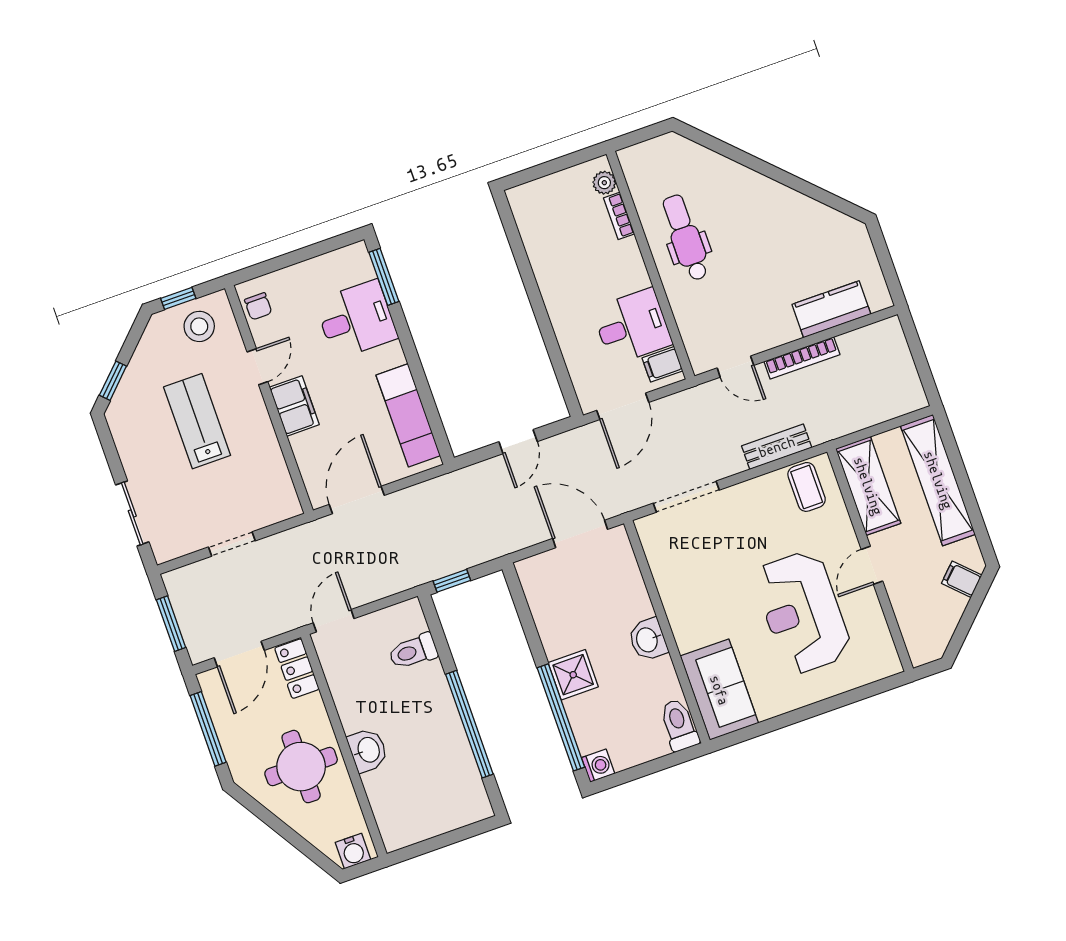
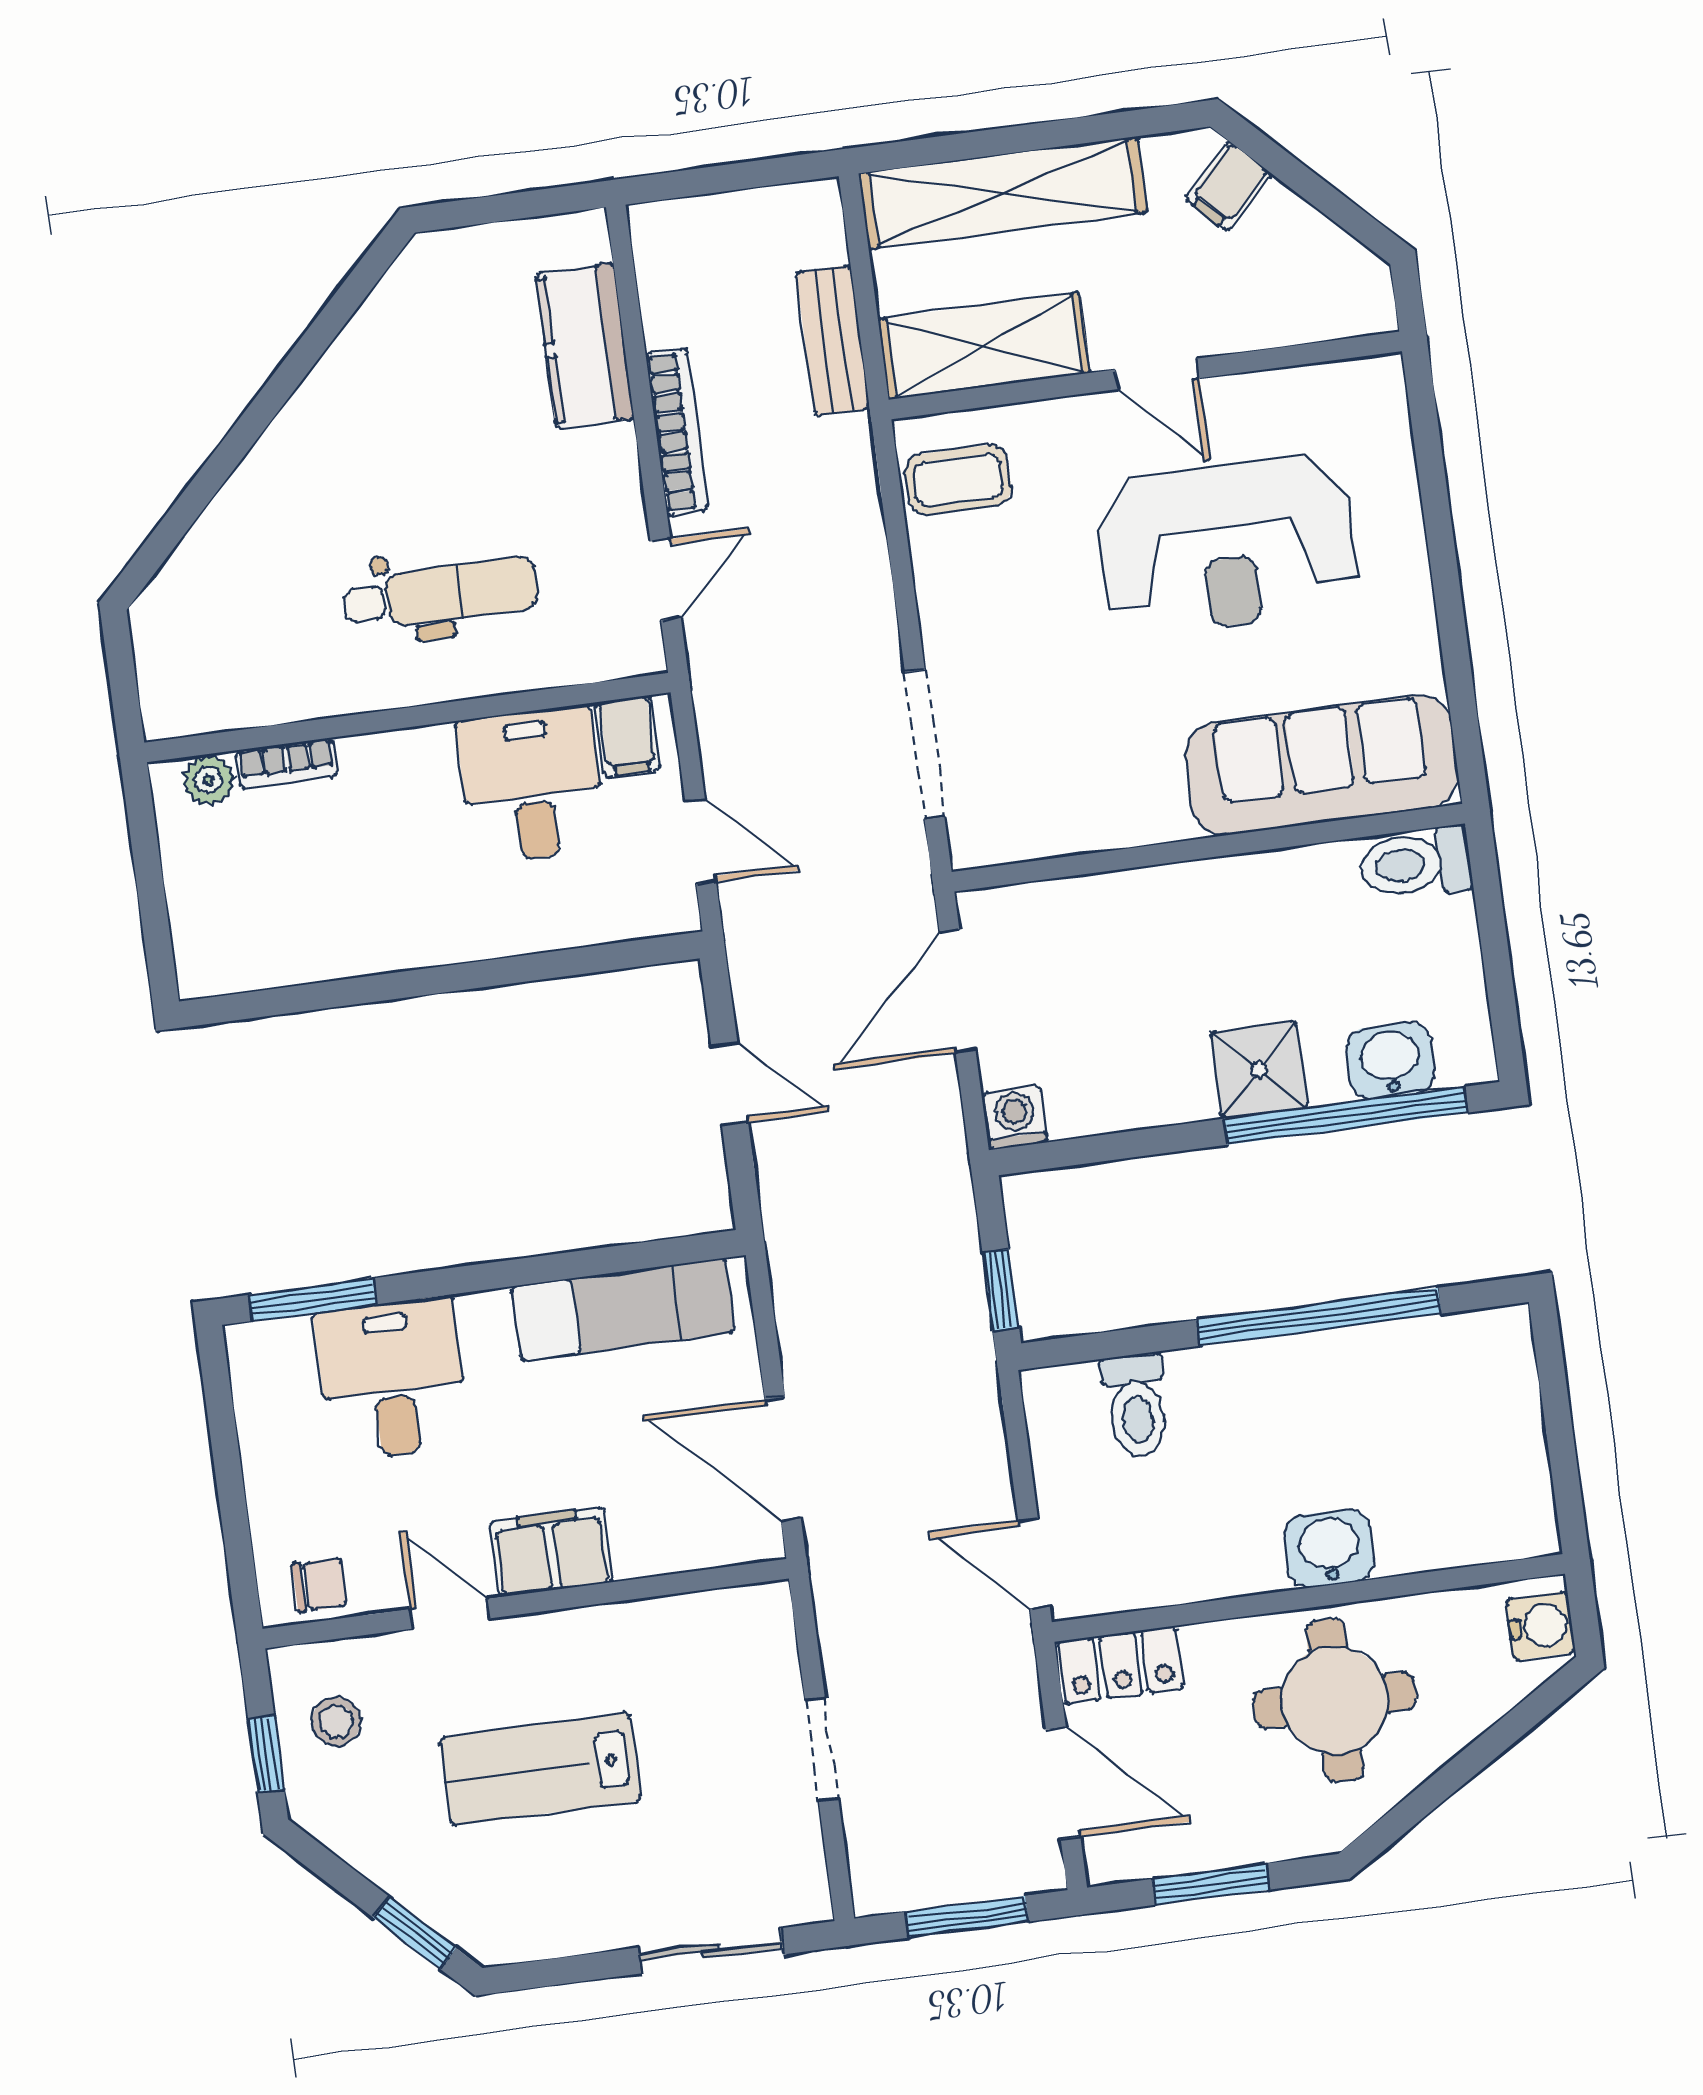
dental chair: (686, 238) -> (441, 594), moved, turned 180
stool: (199, 326) -> (336, 1721), width x0.73, depth x0.73
door: (623, 406) -> (701, 841), width x0.73
bench: (777, 447) -> (833, 340), moved
washbasin: (648, 640) -> (1390, 1060), moved, turned 180
sofa: (719, 690) -> (1322, 765), width x1.36
window: (208, 729) -> (1211, 1884), width x0.69
washing machine: (598, 766) -> (1015, 1117), moved

